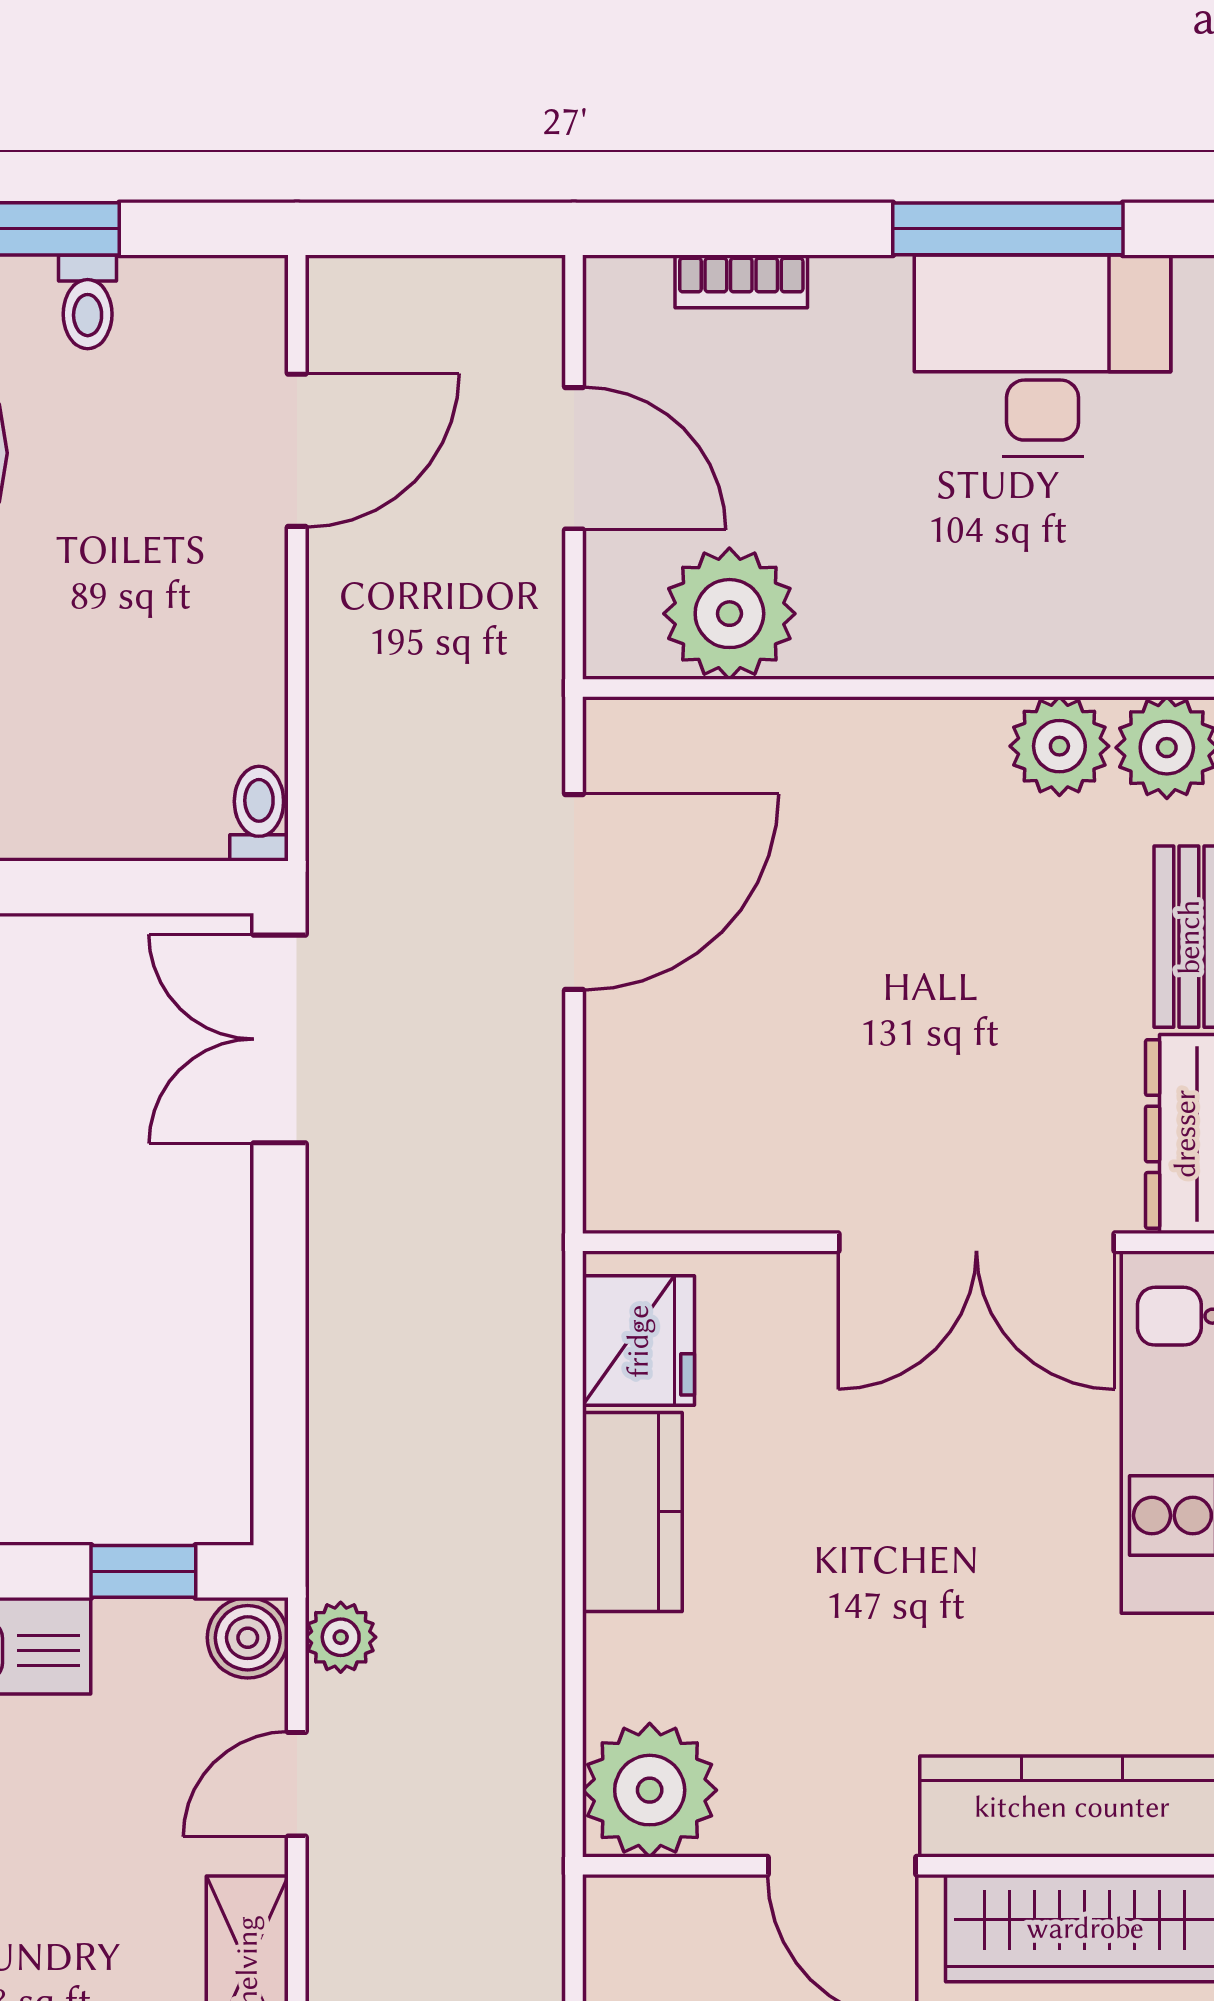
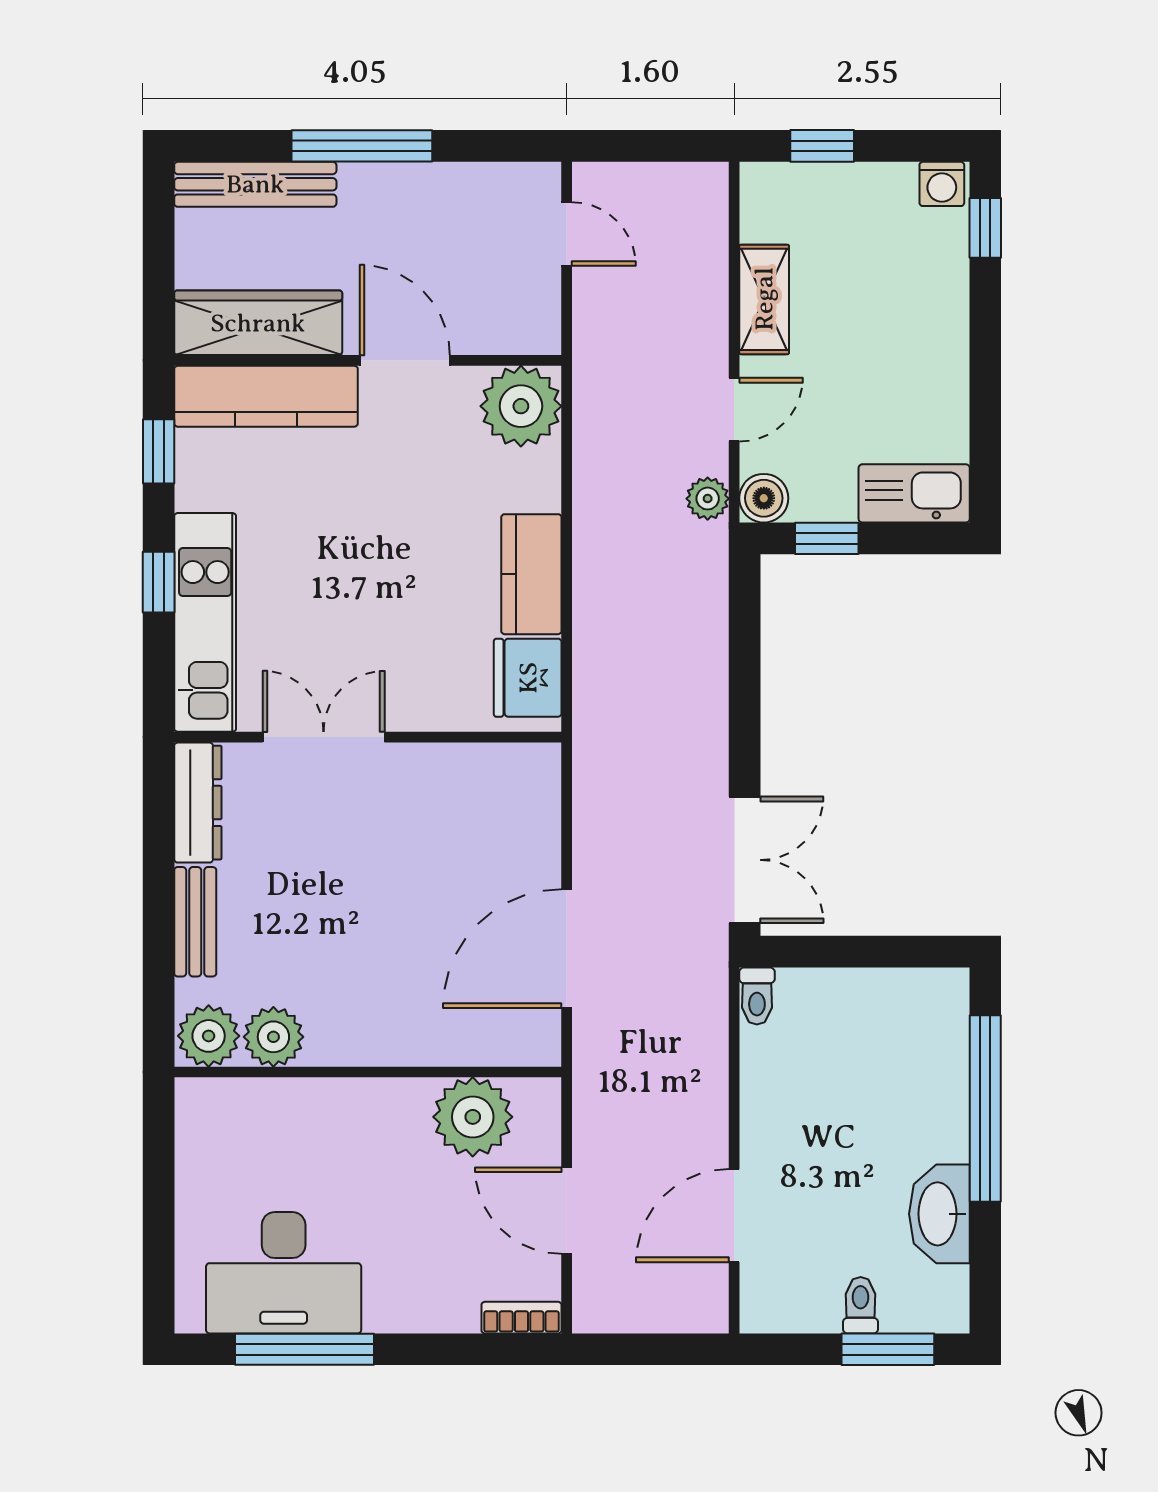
bookcase: (741, 281) -> (521, 1318), moved
double door: (976, 1242) -> (324, 737), width x0.73

